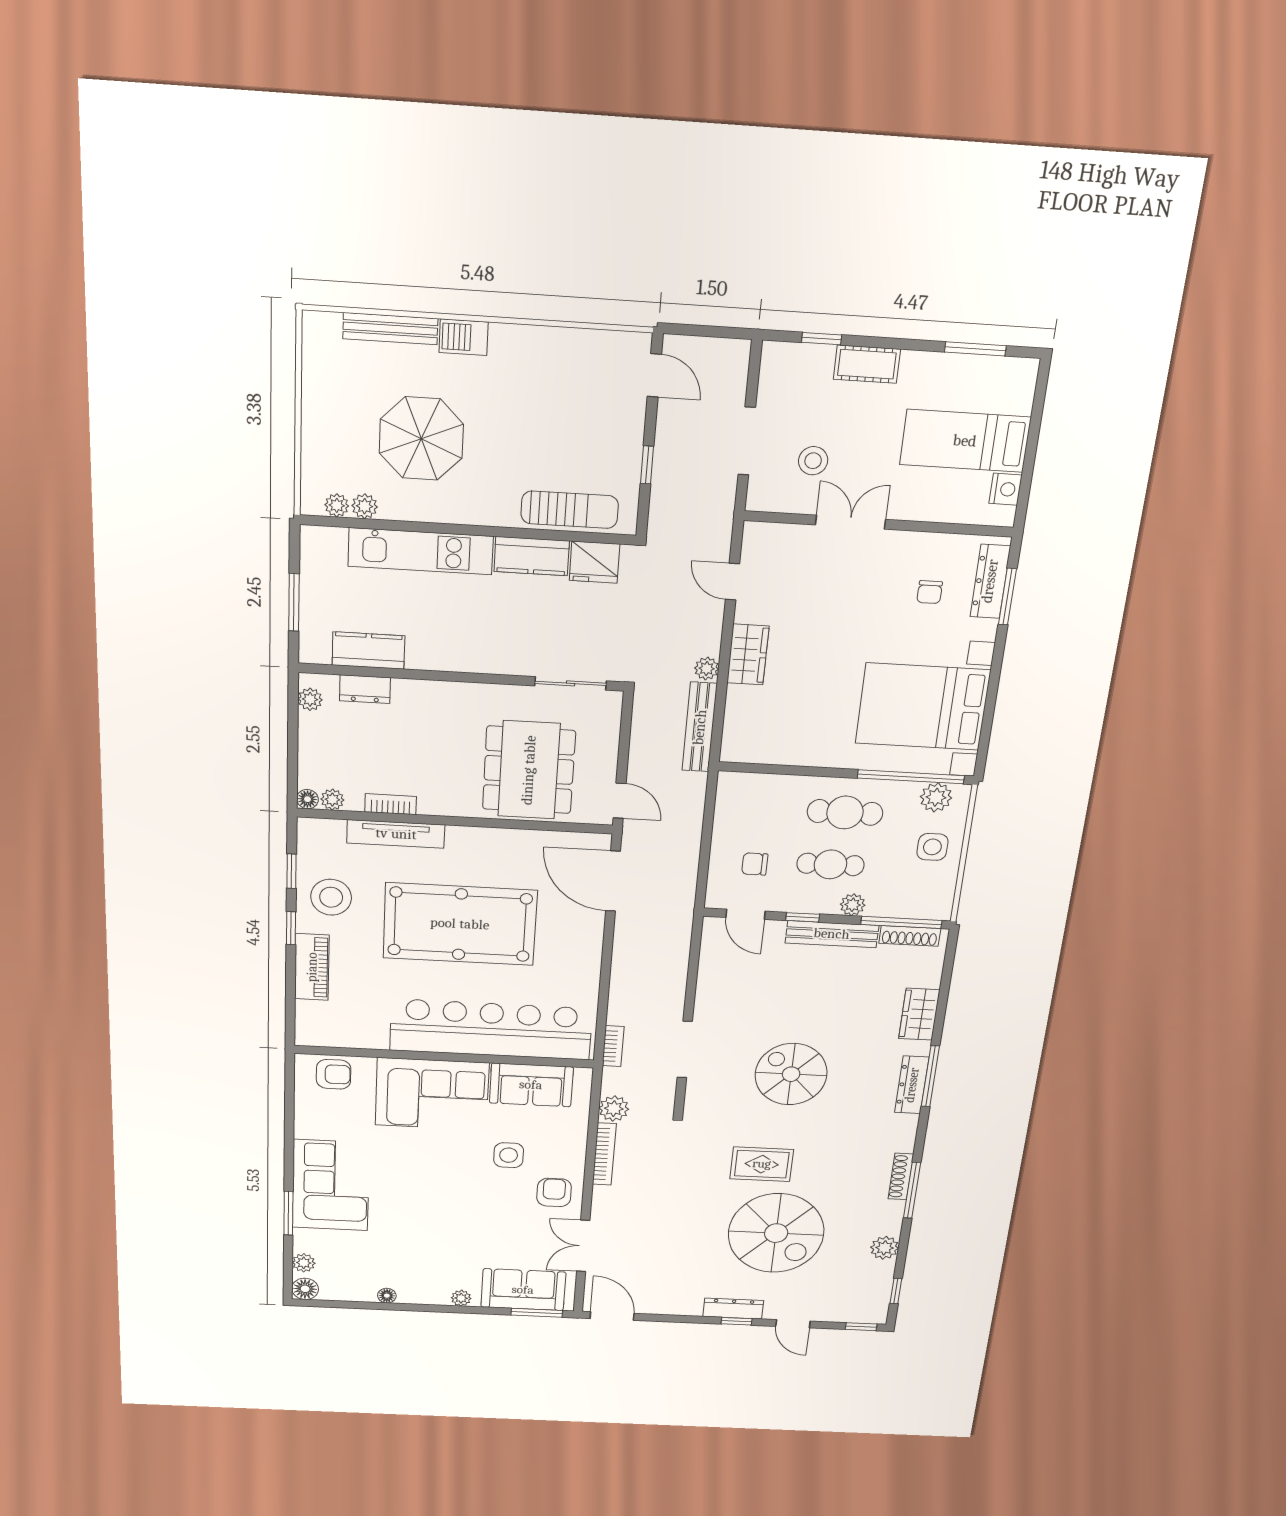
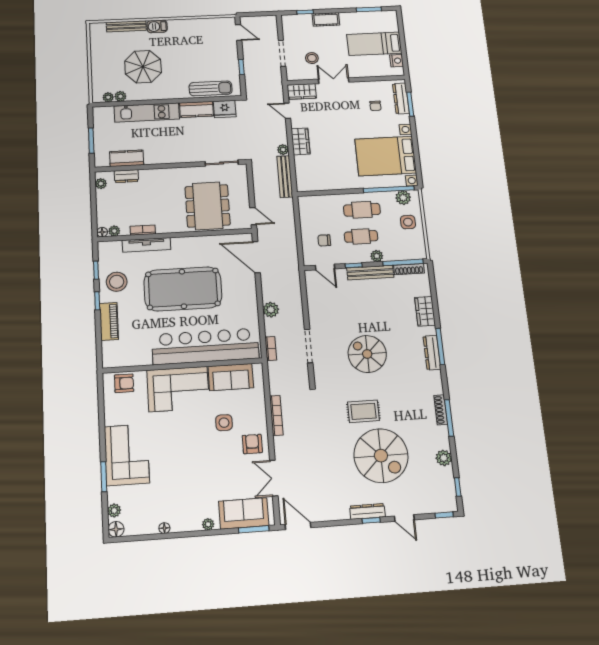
wardrobe: (773, 540) -> (302, 91), added
plant: (614, 1109) -> (271, 310), moved

